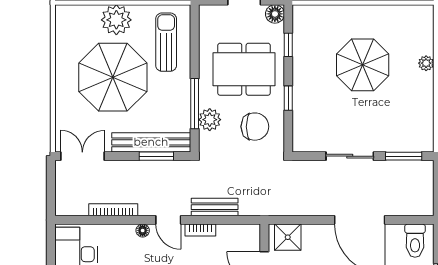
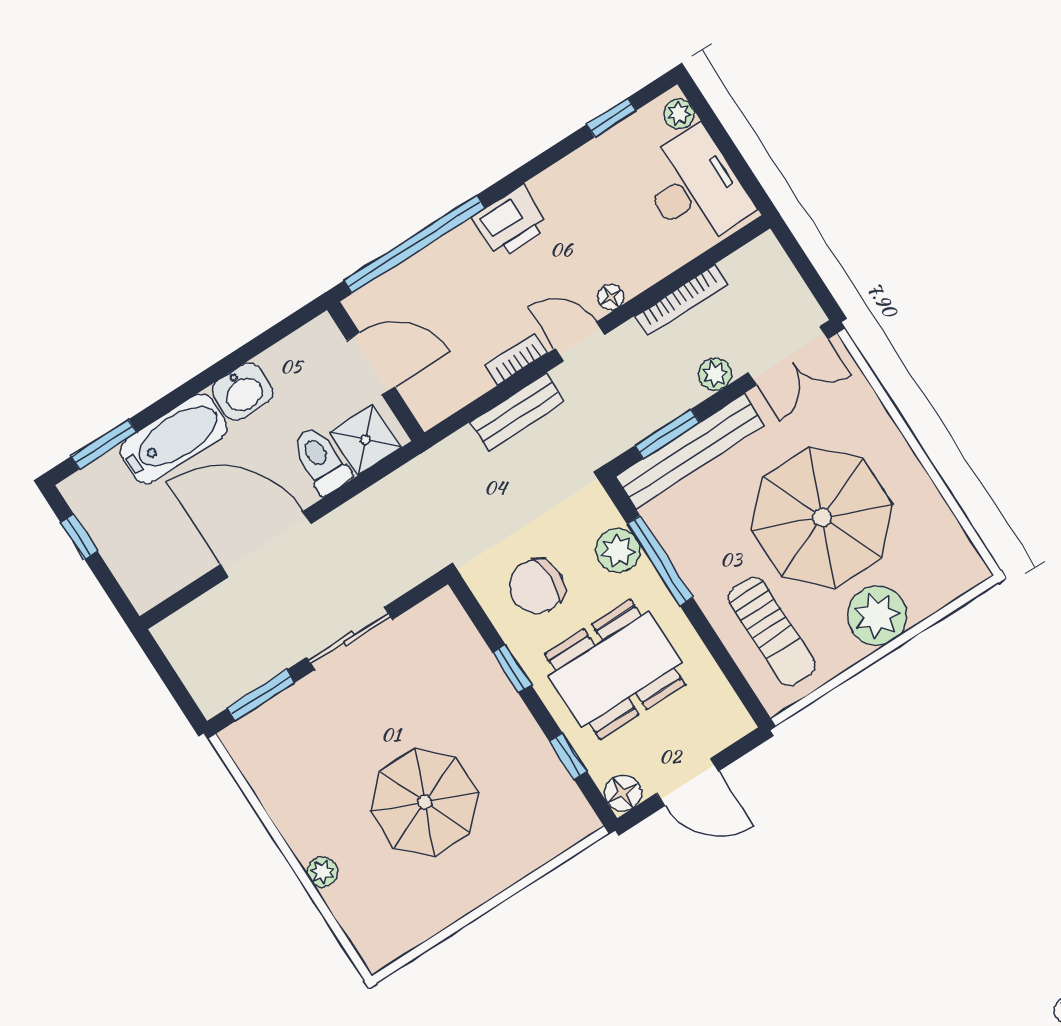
plant: (119, 168) -> (715, 374), added
toilet: (415, 241) -> (321, 460), moved

